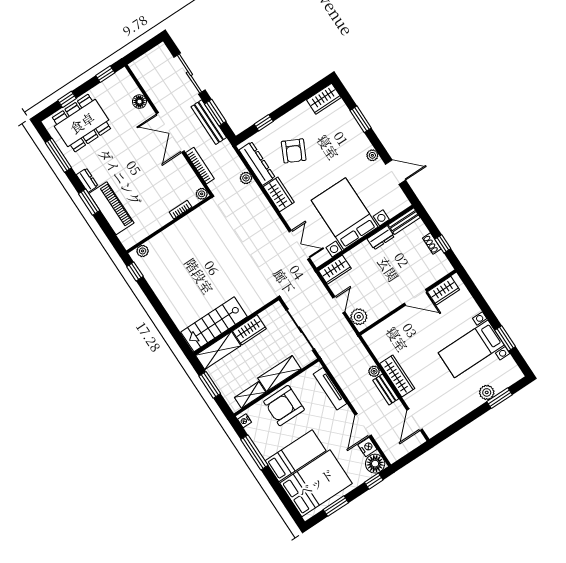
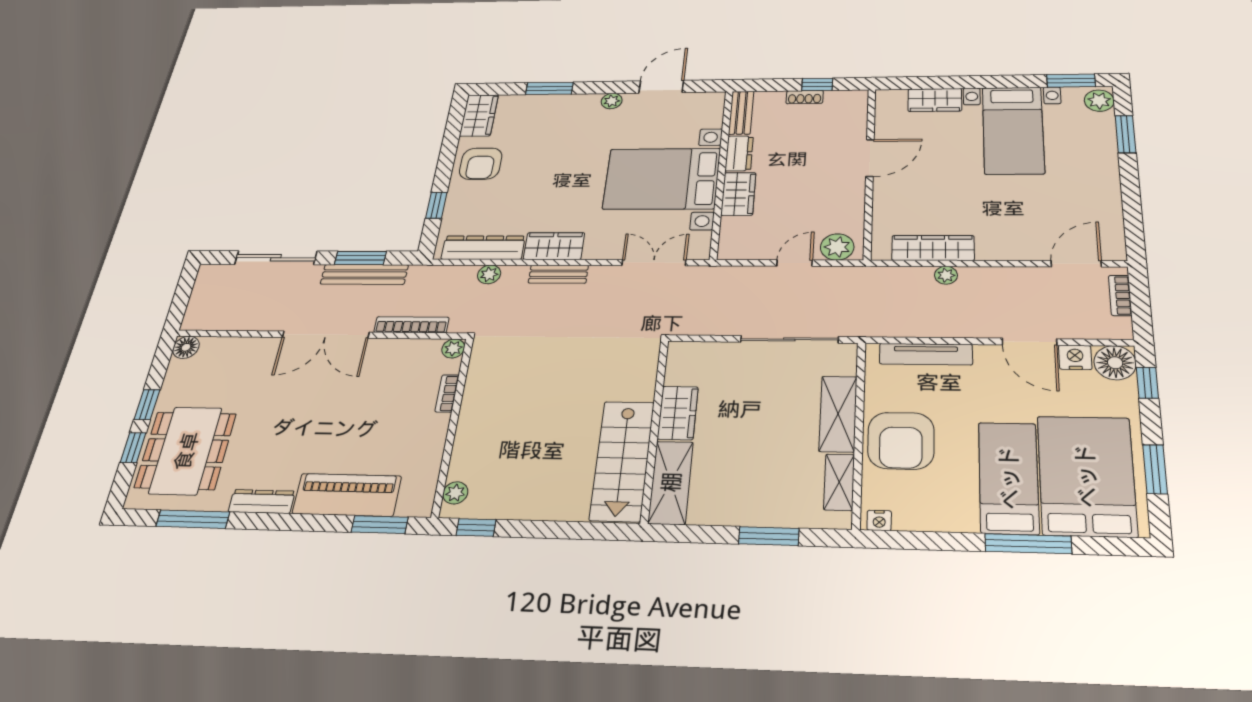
window: (105, 74) -> (147, 405), moved
floor lamp: (139, 102) -> (186, 347), moved
armchair: (294, 151) -> (481, 164), moved, turned 64
dresser: (87, 180) -> (262, 501), width x1.44
window: (89, 202) -> (380, 525), moved
wardrobe: (335, 270) -> (738, 194), moved
wardrobe: (444, 291) -> (935, 100), moved, turned 90
door: (339, 305) -> (795, 263), hinge flipped
stairs: (214, 324) -> (622, 460), moved
wall: (236, 326) -> (655, 429), moved
wardrobe: (249, 330) -> (678, 413), moved
window: (505, 338) -> (1071, 81), moved
shelving: (218, 351) -> (671, 482), moved
wardrobe: (397, 376) -> (933, 248), moved
bench: (386, 390) -> (558, 274), moved
plant: (487, 392) -> (1099, 101), moved
door: (415, 420) -> (1076, 264), swing flipped
bookcase: (410, 446) -> (1120, 295), added
window: (254, 452) -> (1028, 544), moved

